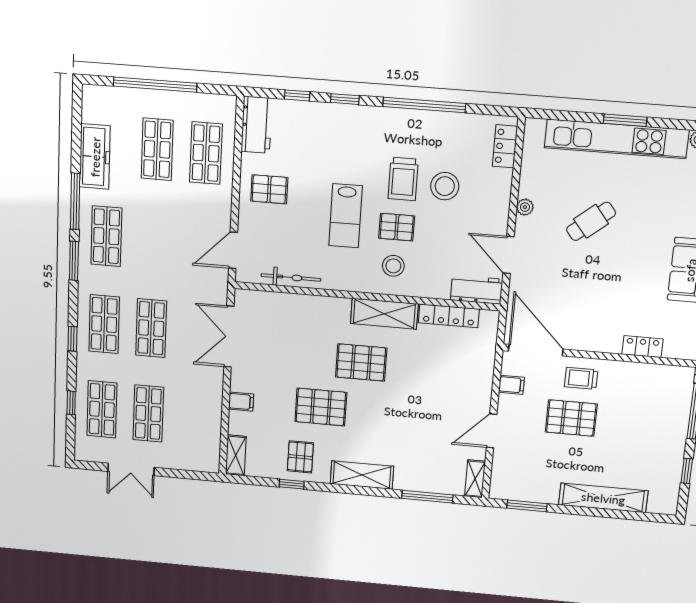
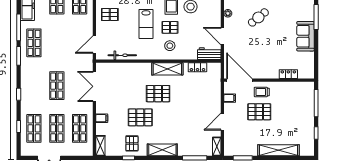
locker: (449, 316) -> (197, 67), width x0.66
shop shelf: (104, 324) -> (80, 128), moved

